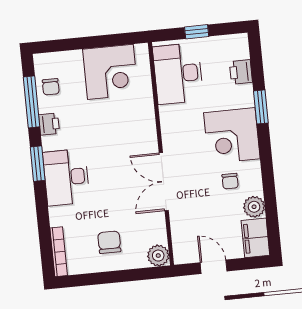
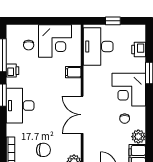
chair: (51, 87) -> (29, 45), moved
filing cabinet: (143, 117) -> (73, 72), added
chair: (109, 242) -> (43, 150), turned 90

